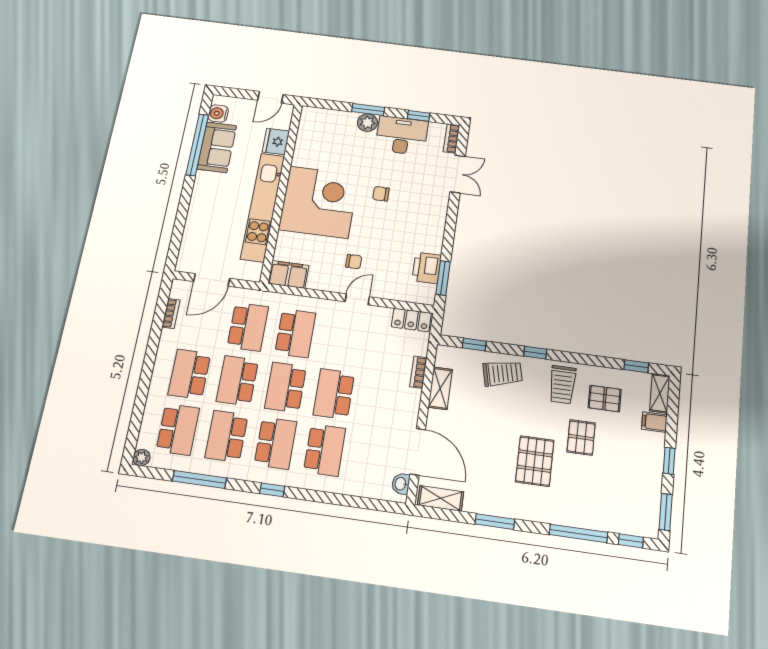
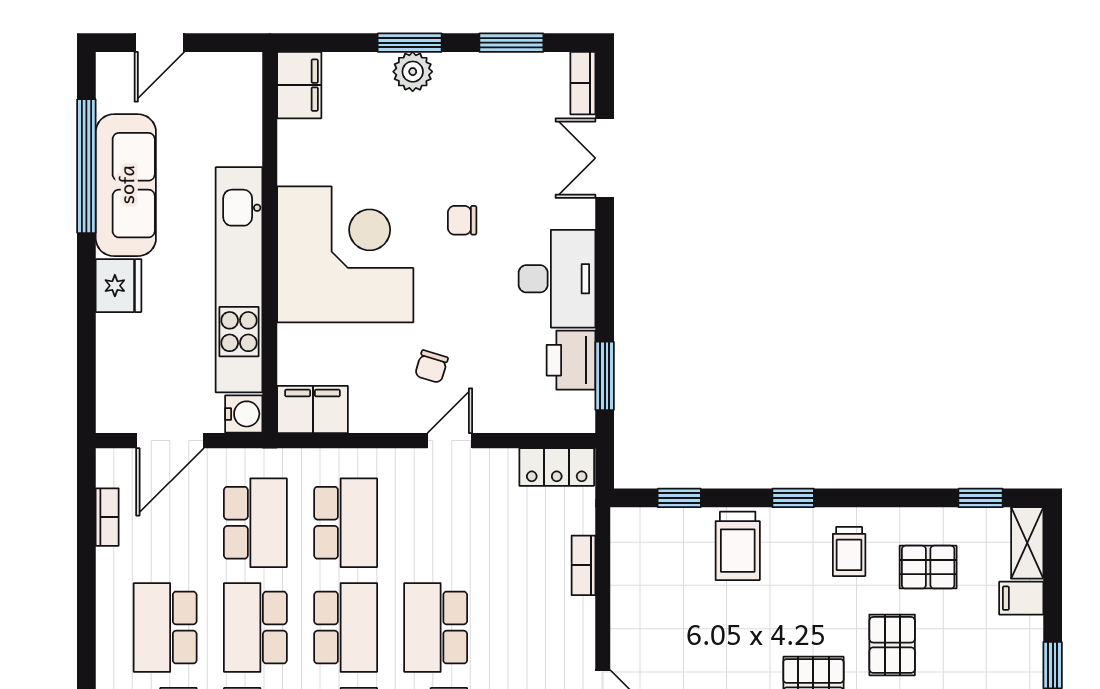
door: (270, 97) -> (159, 43), moved
water cooler: (218, 113) -> (244, 414), moved, turned 180
window: (419, 116) -> (511, 43), width x1.50
filing cabinet: (310, 122) -> (299, 85), added
desk: (402, 136) -> (557, 279), moved, turned 90
fridge: (276, 142) -> (119, 286), moved, turned 180
sofa: (217, 147) -> (126, 185), width x1.36
double door: (458, 174) -> (605, 158), swing flipped
chair: (354, 262) -> (431, 367), turned 107
trolley: (503, 373) -> (738, 546), turned 103
trolley: (562, 385) -> (849, 551), width x0.73, depth x0.72
school desk: (286, 387) -> (346, 628), turned 180
shelving: (440, 388) -> (628, 590), removed

